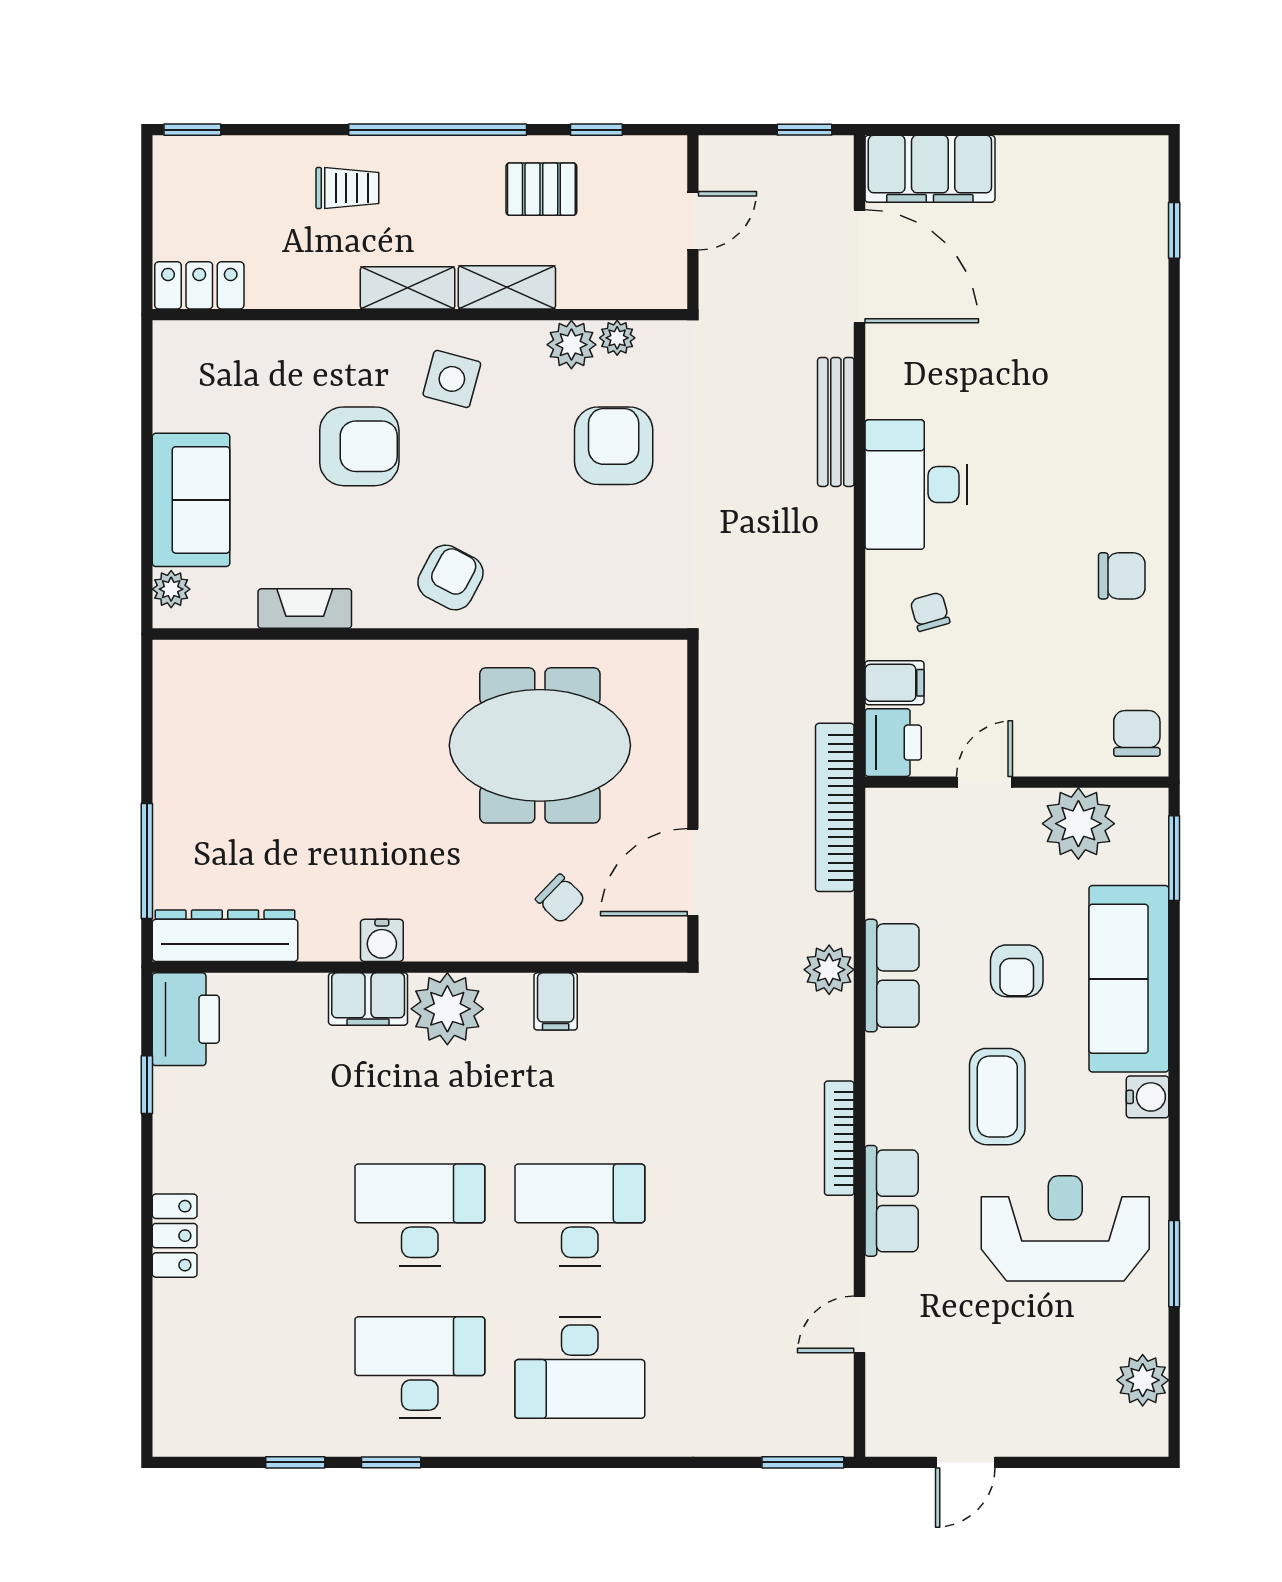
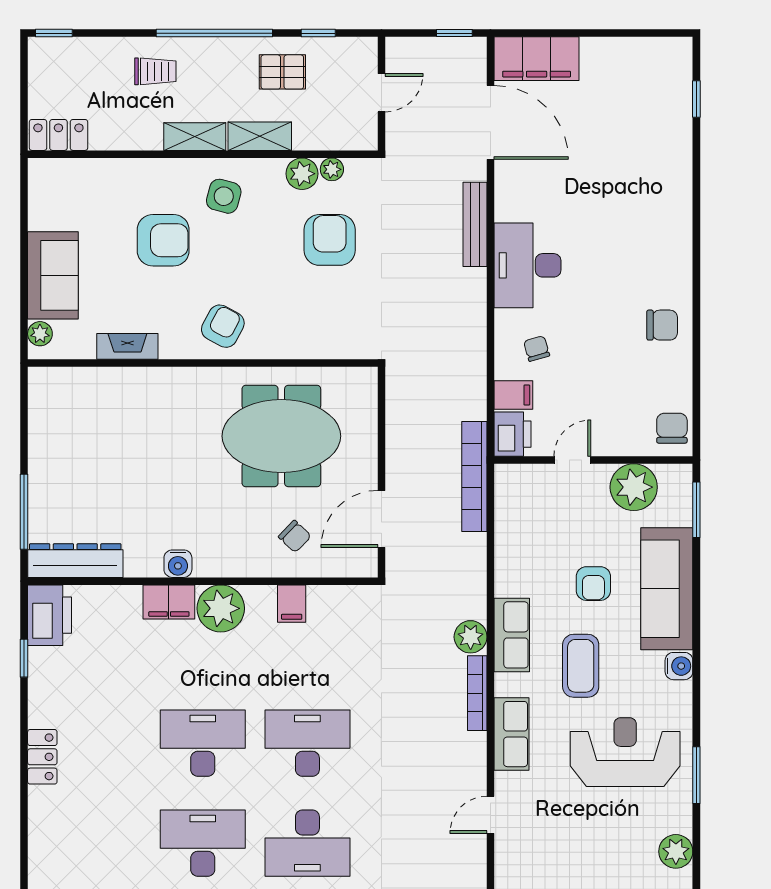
plant: (829, 970) -> (471, 637), moved
row of seats: (892, 976) -> (512, 635), moved

